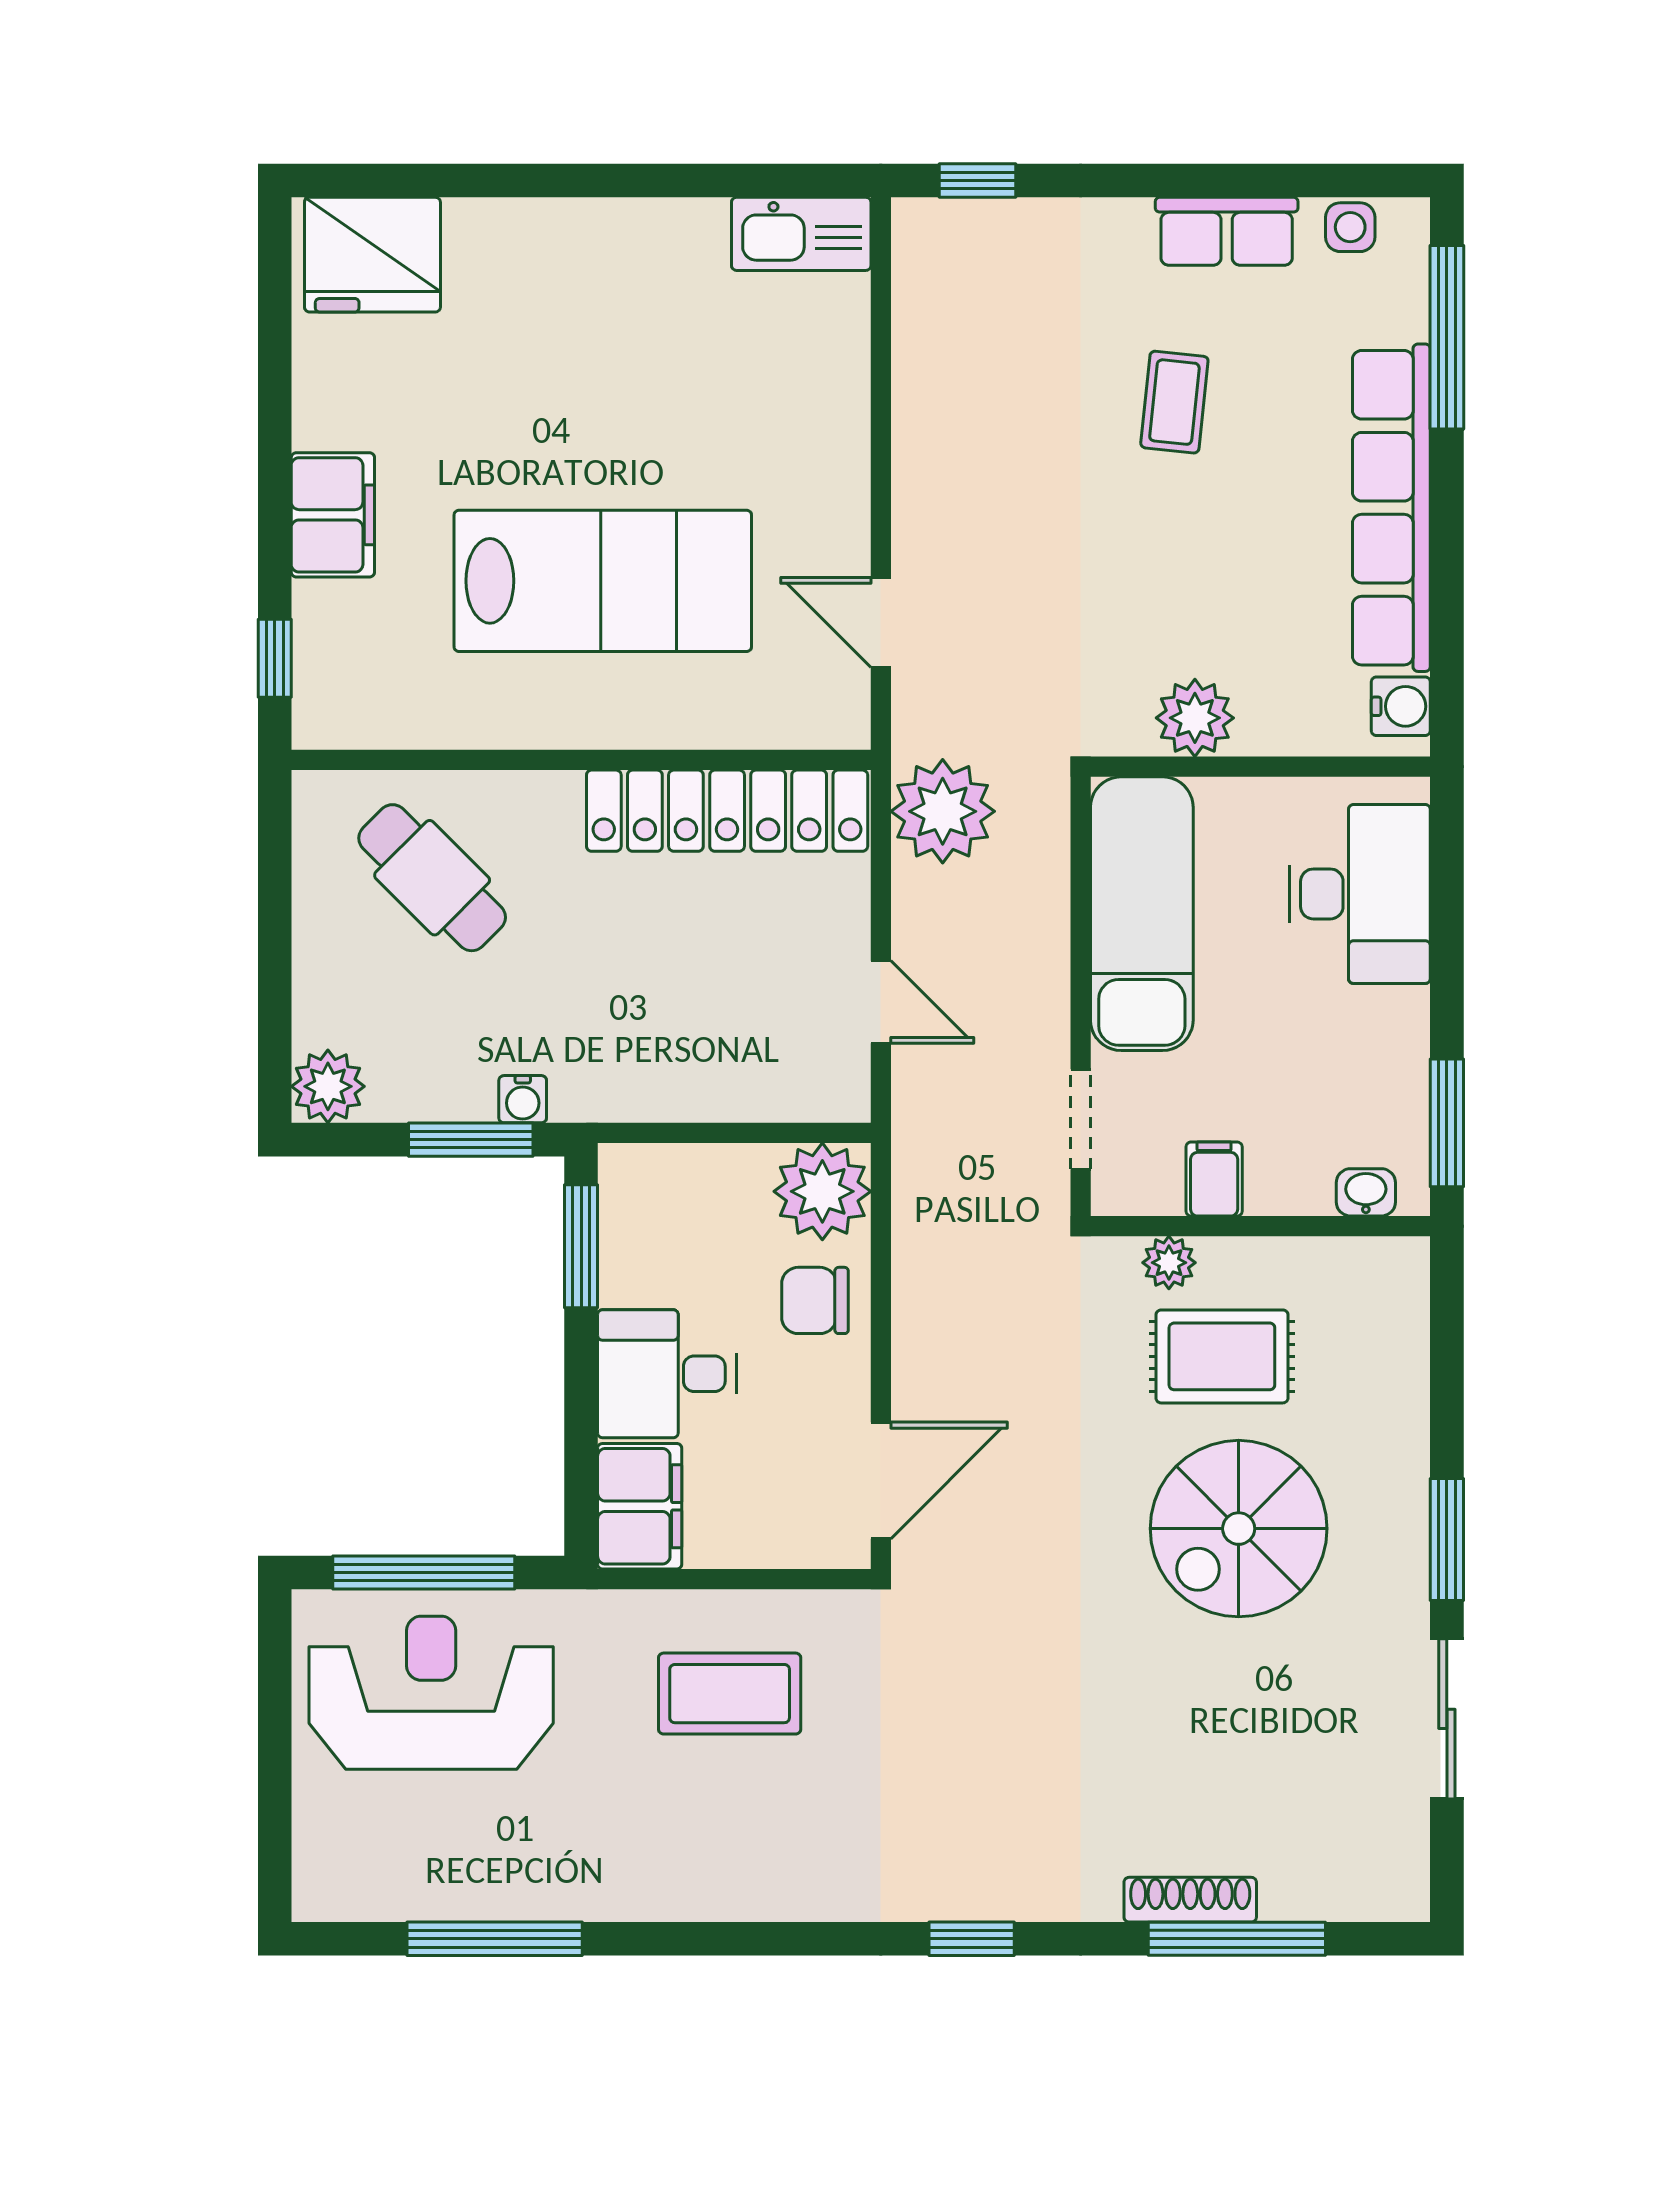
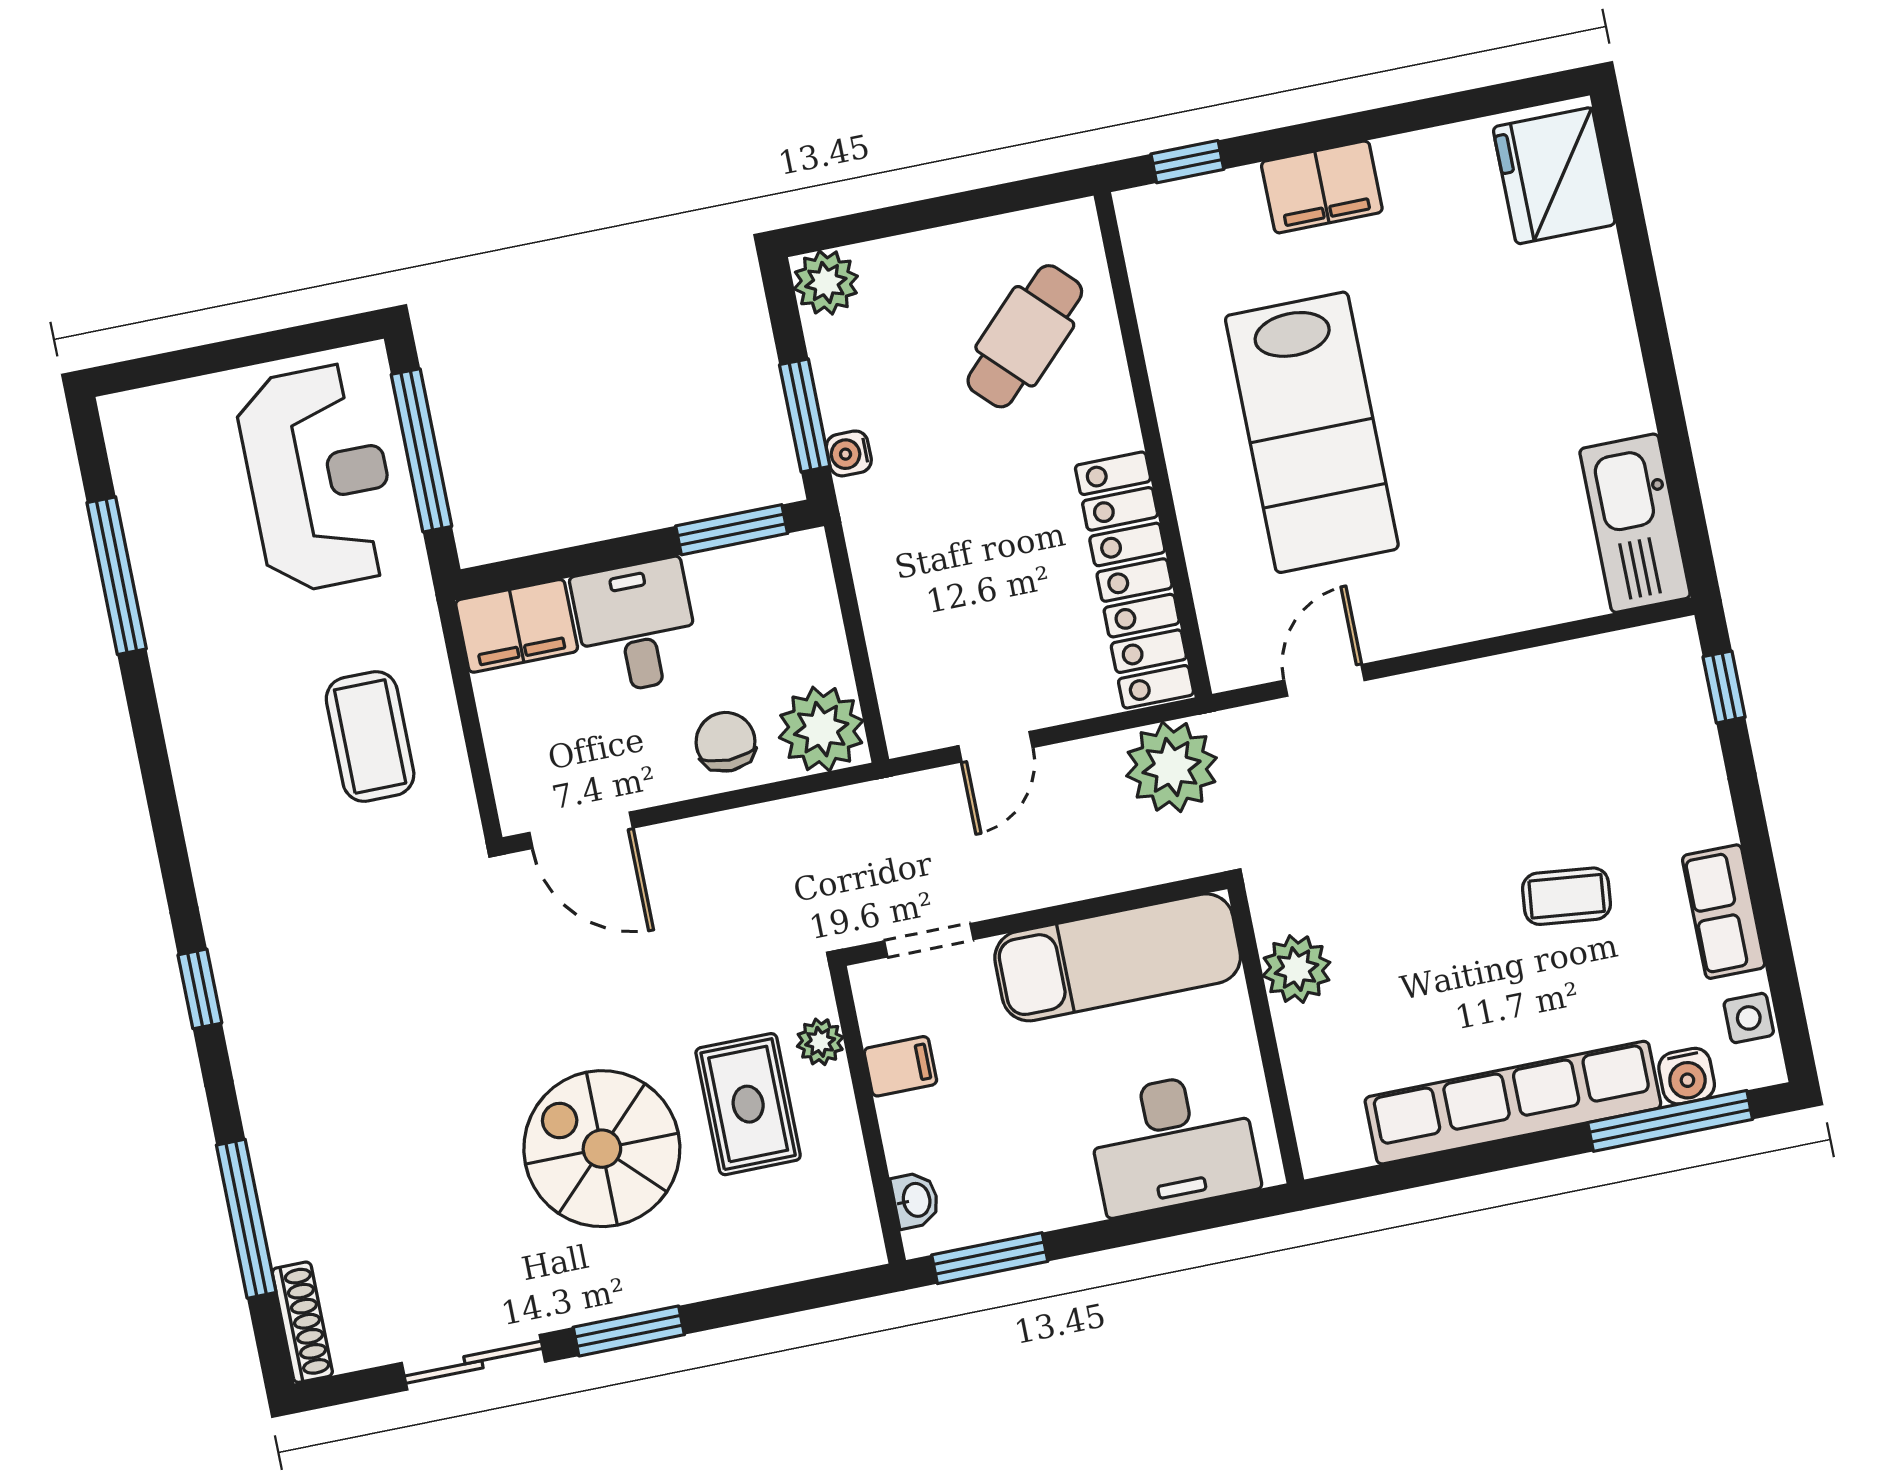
kitchen sink: (801, 234) -> (1635, 523), width x1.36, depth x1.24
water cooler: (1401, 706) -> (1687, 1076), moved
shoe rack: (1190, 1900) -> (302, 1322), moved

